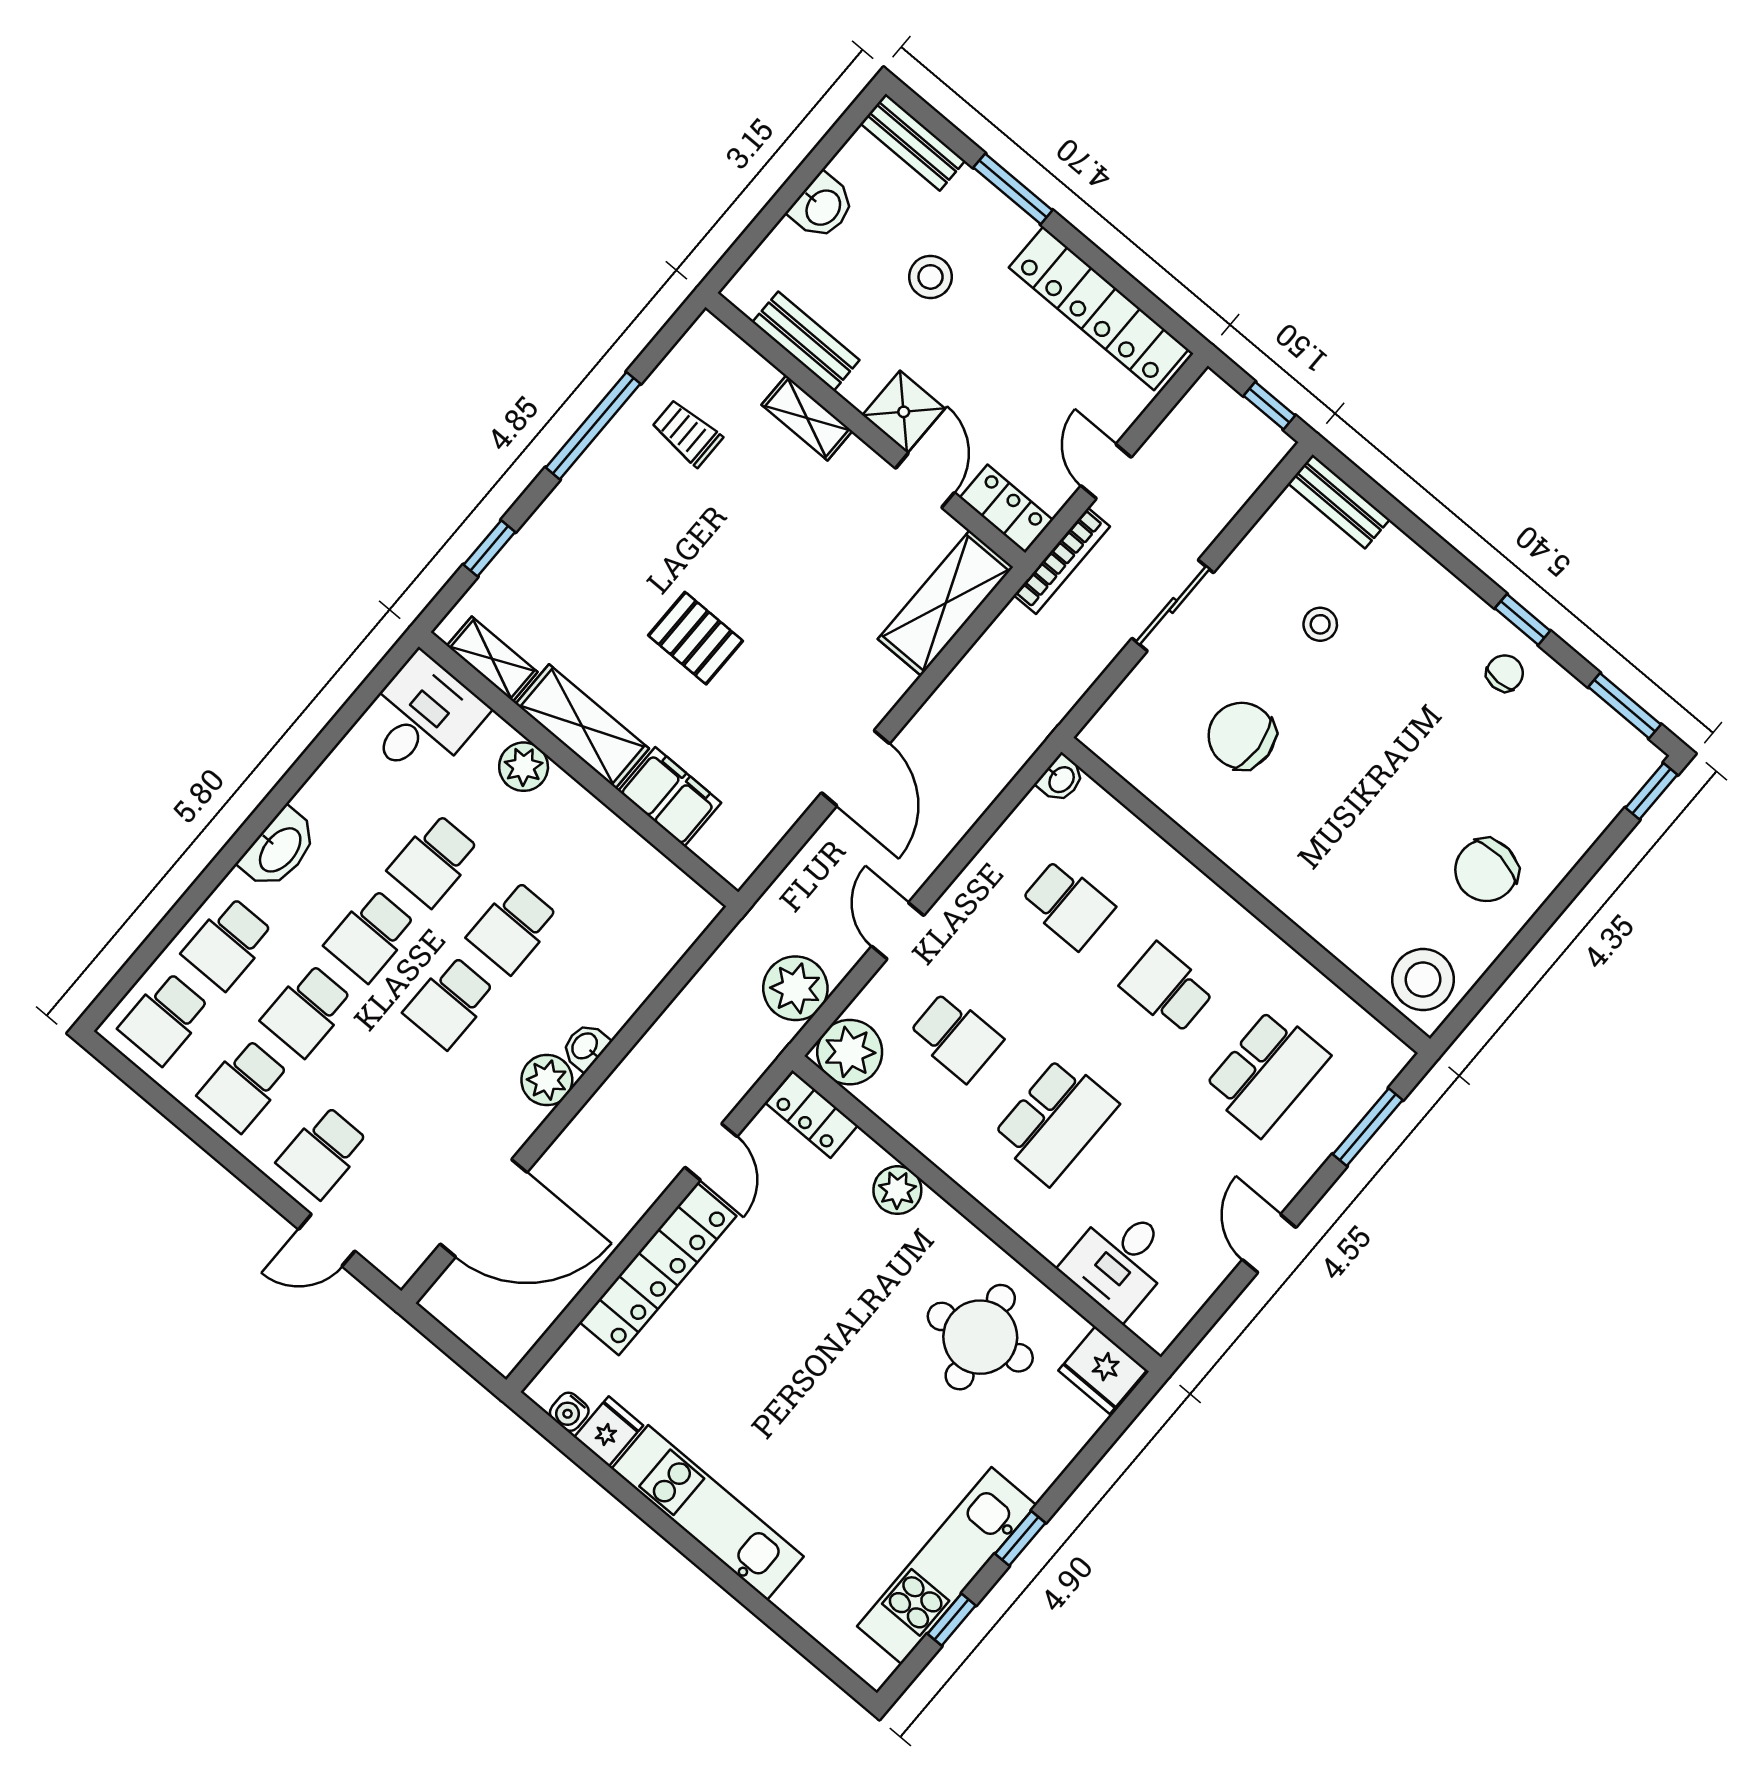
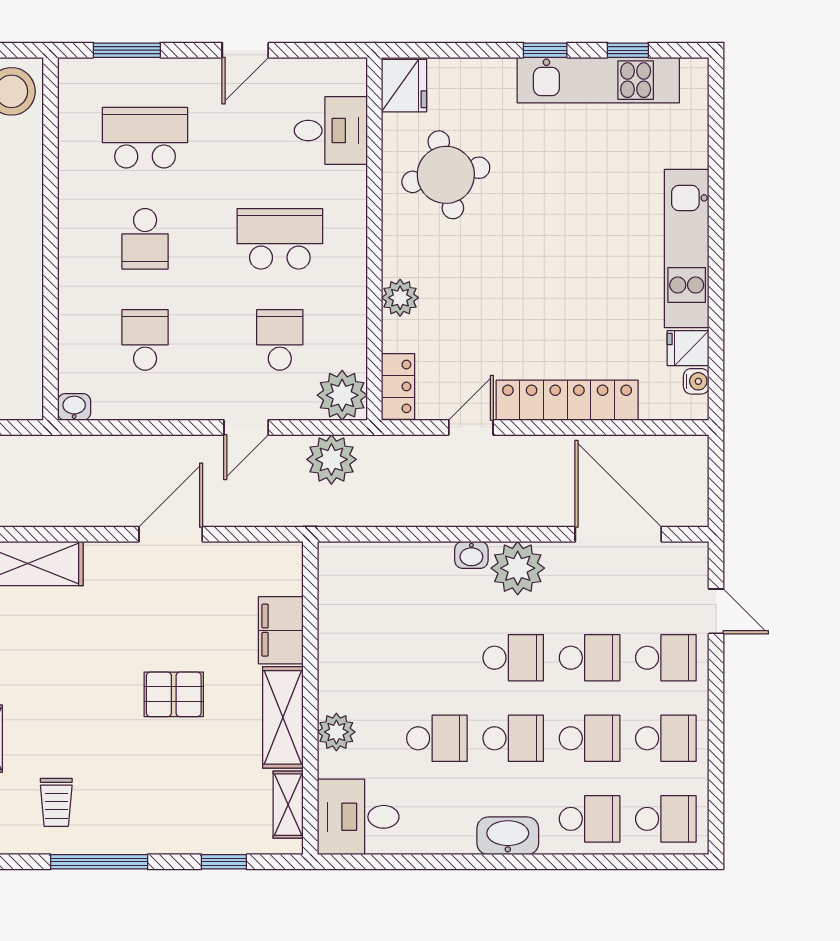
pallet: (696, 638) -> (174, 694), turned 90
school desk: (513, 927) -> (590, 658), moved
plant: (547, 1080) -> (518, 568), width x1.36, depth x1.36

